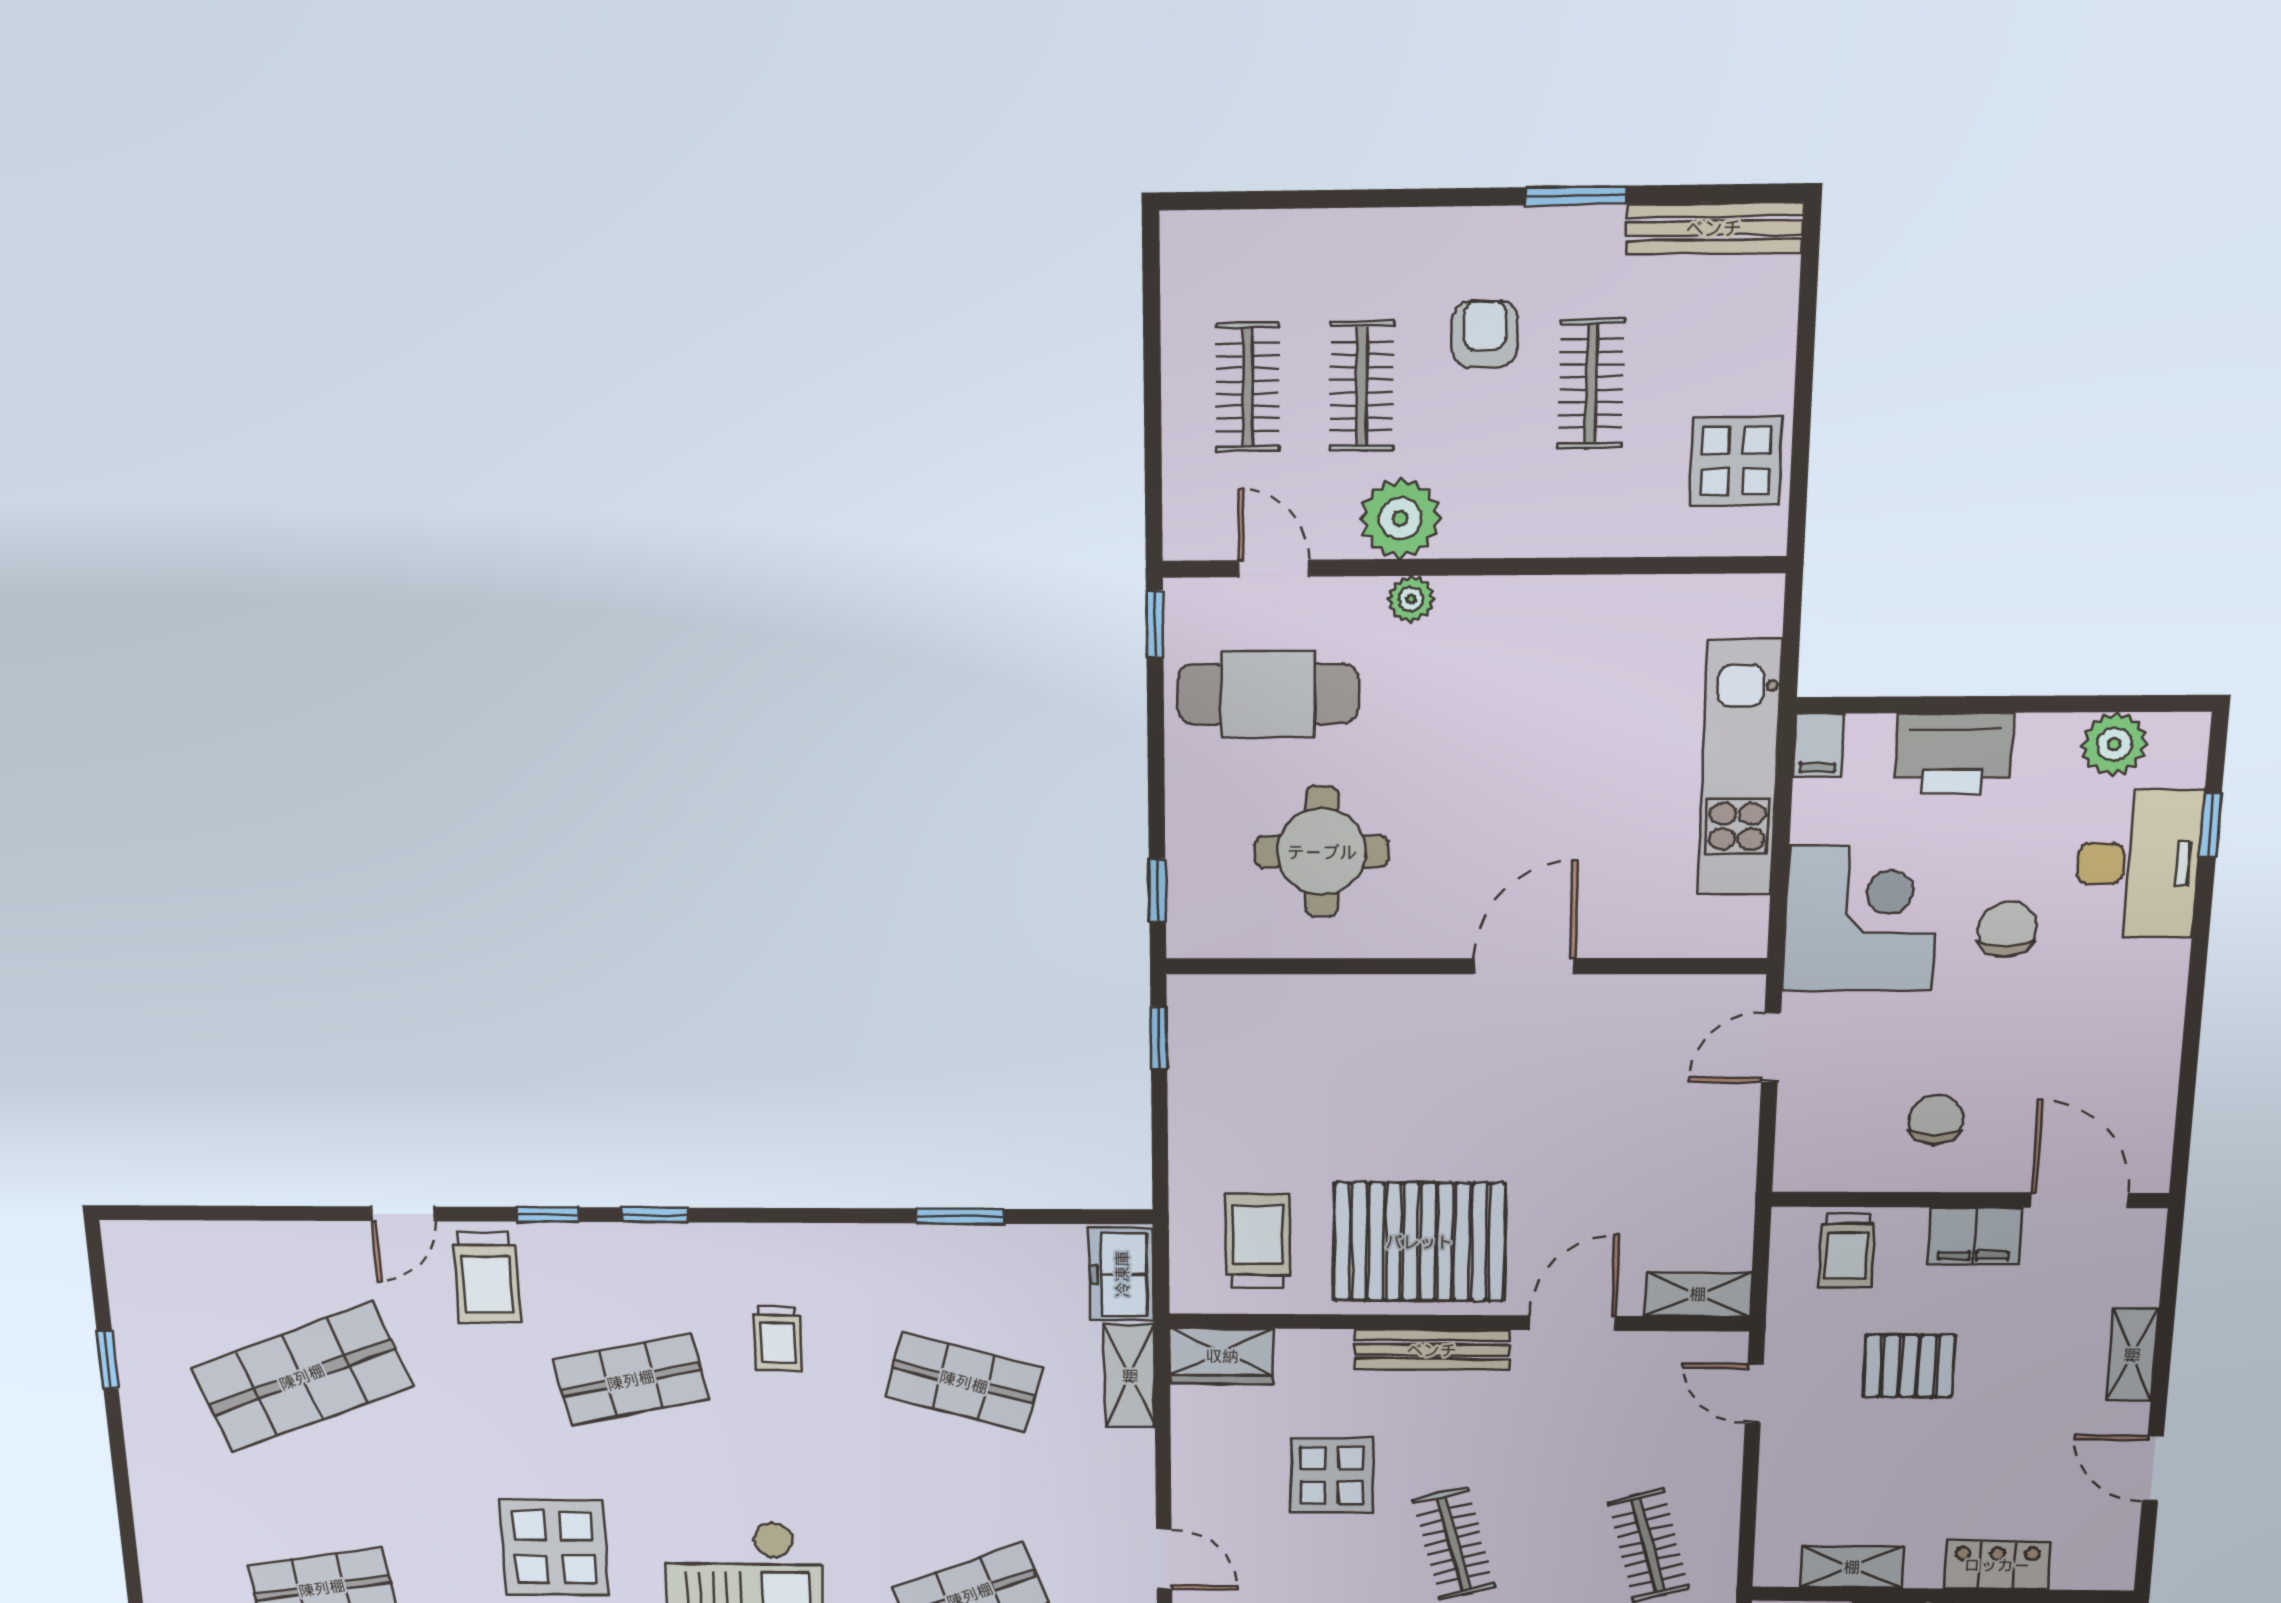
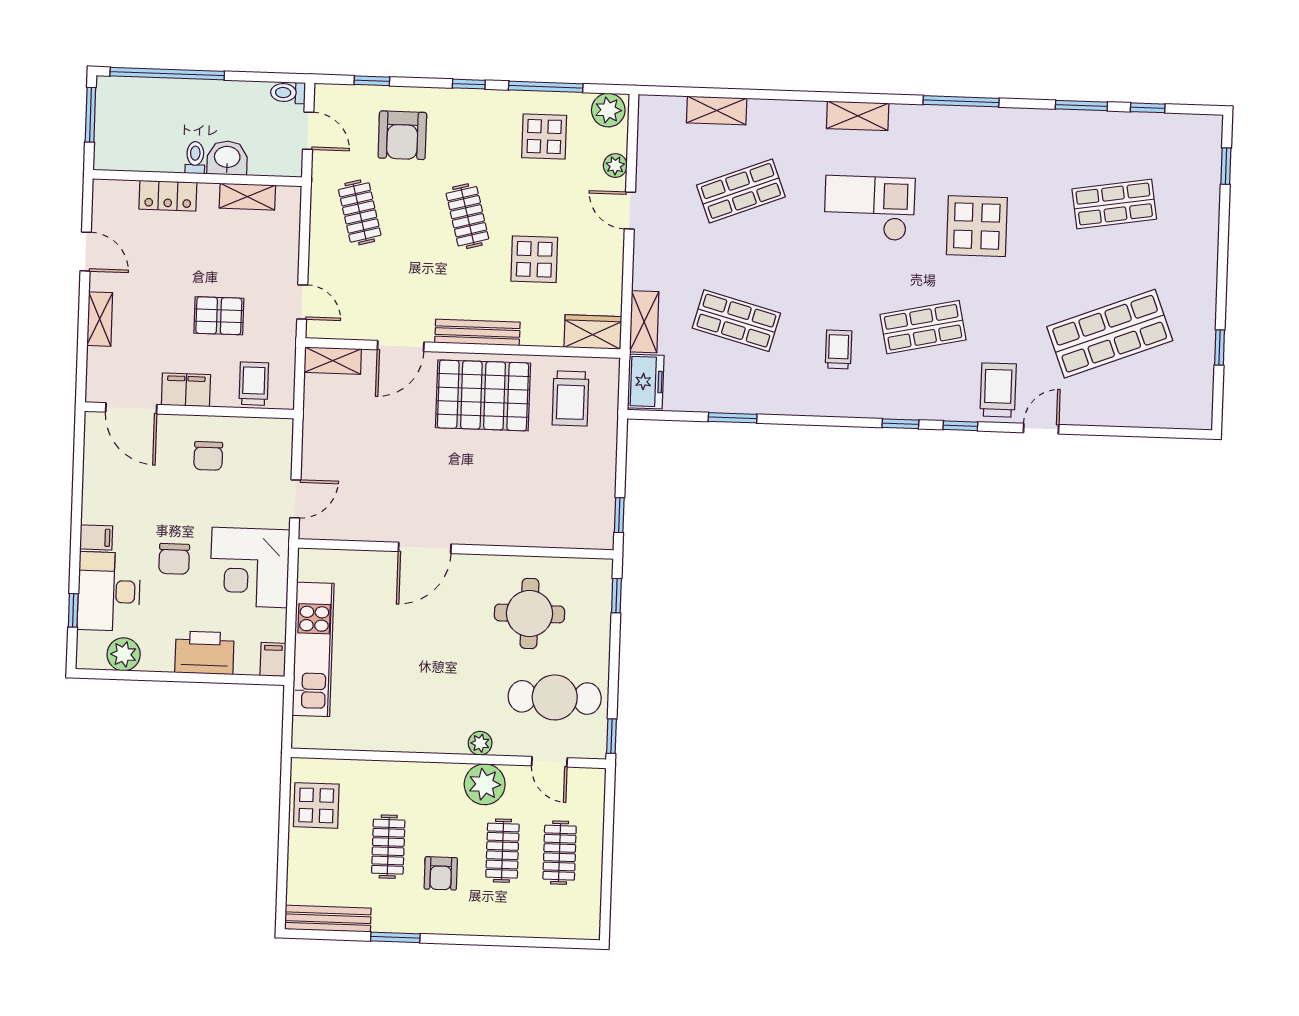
filing cabinet: (2158, 964) -> (96, 537), added

